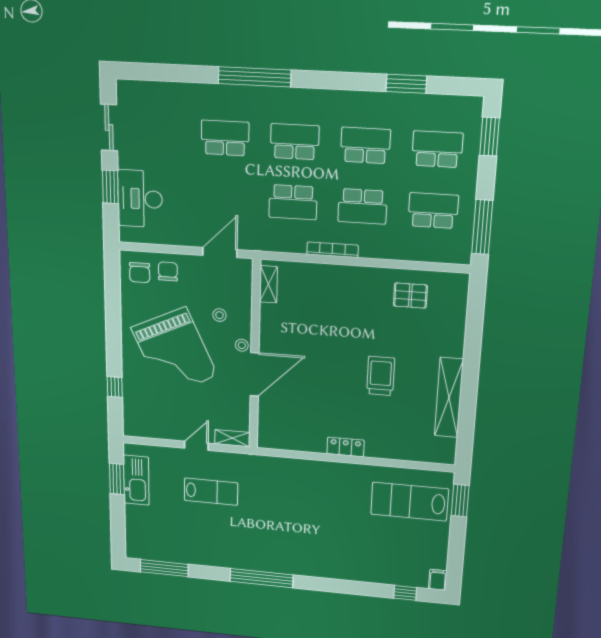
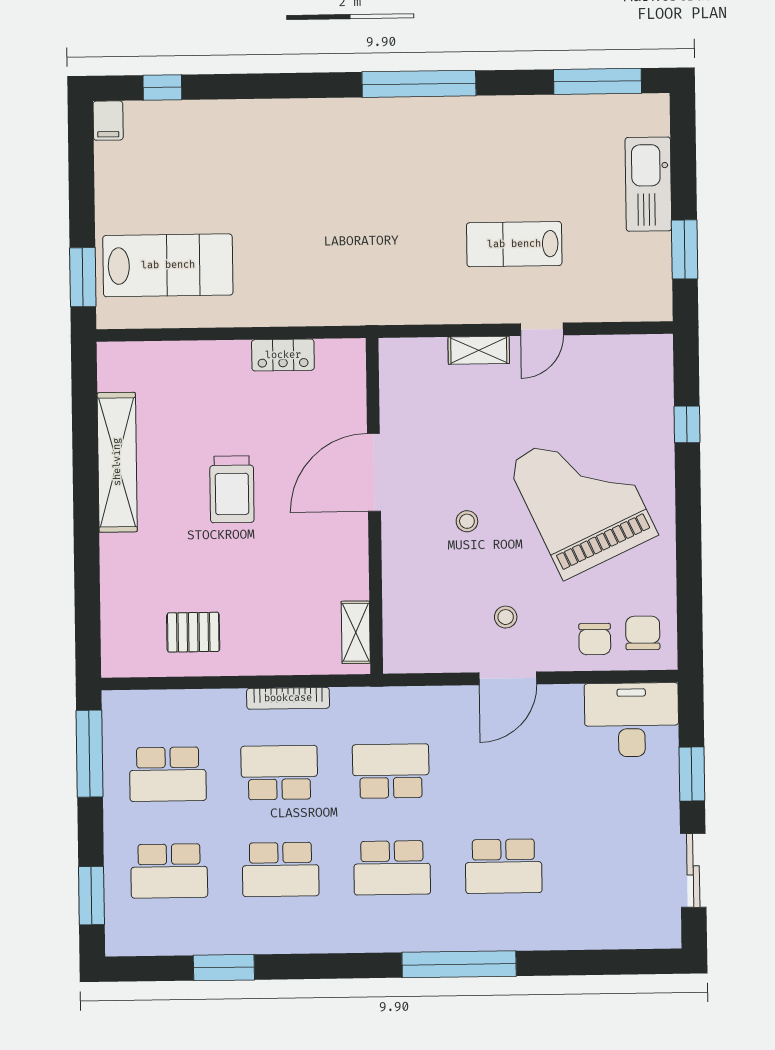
desk: (140, 199) -> (632, 720), moved, turned -90
bookcase: (332, 250) -> (288, 698), moved
shelving: (269, 284) -> (356, 632), moved
stool: (219, 315) -> (506, 617), moved
wall: (255, 356) -> (374, 506), moved
door: (255, 374) -> (374, 472), moved
kitchen sink: (136, 480) -> (648, 184), moved

